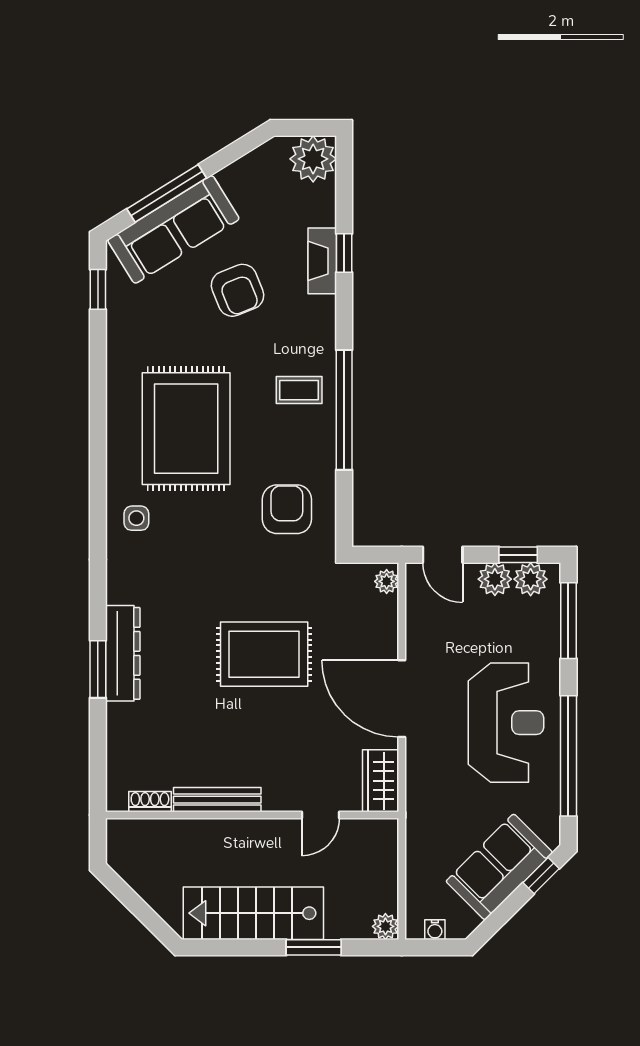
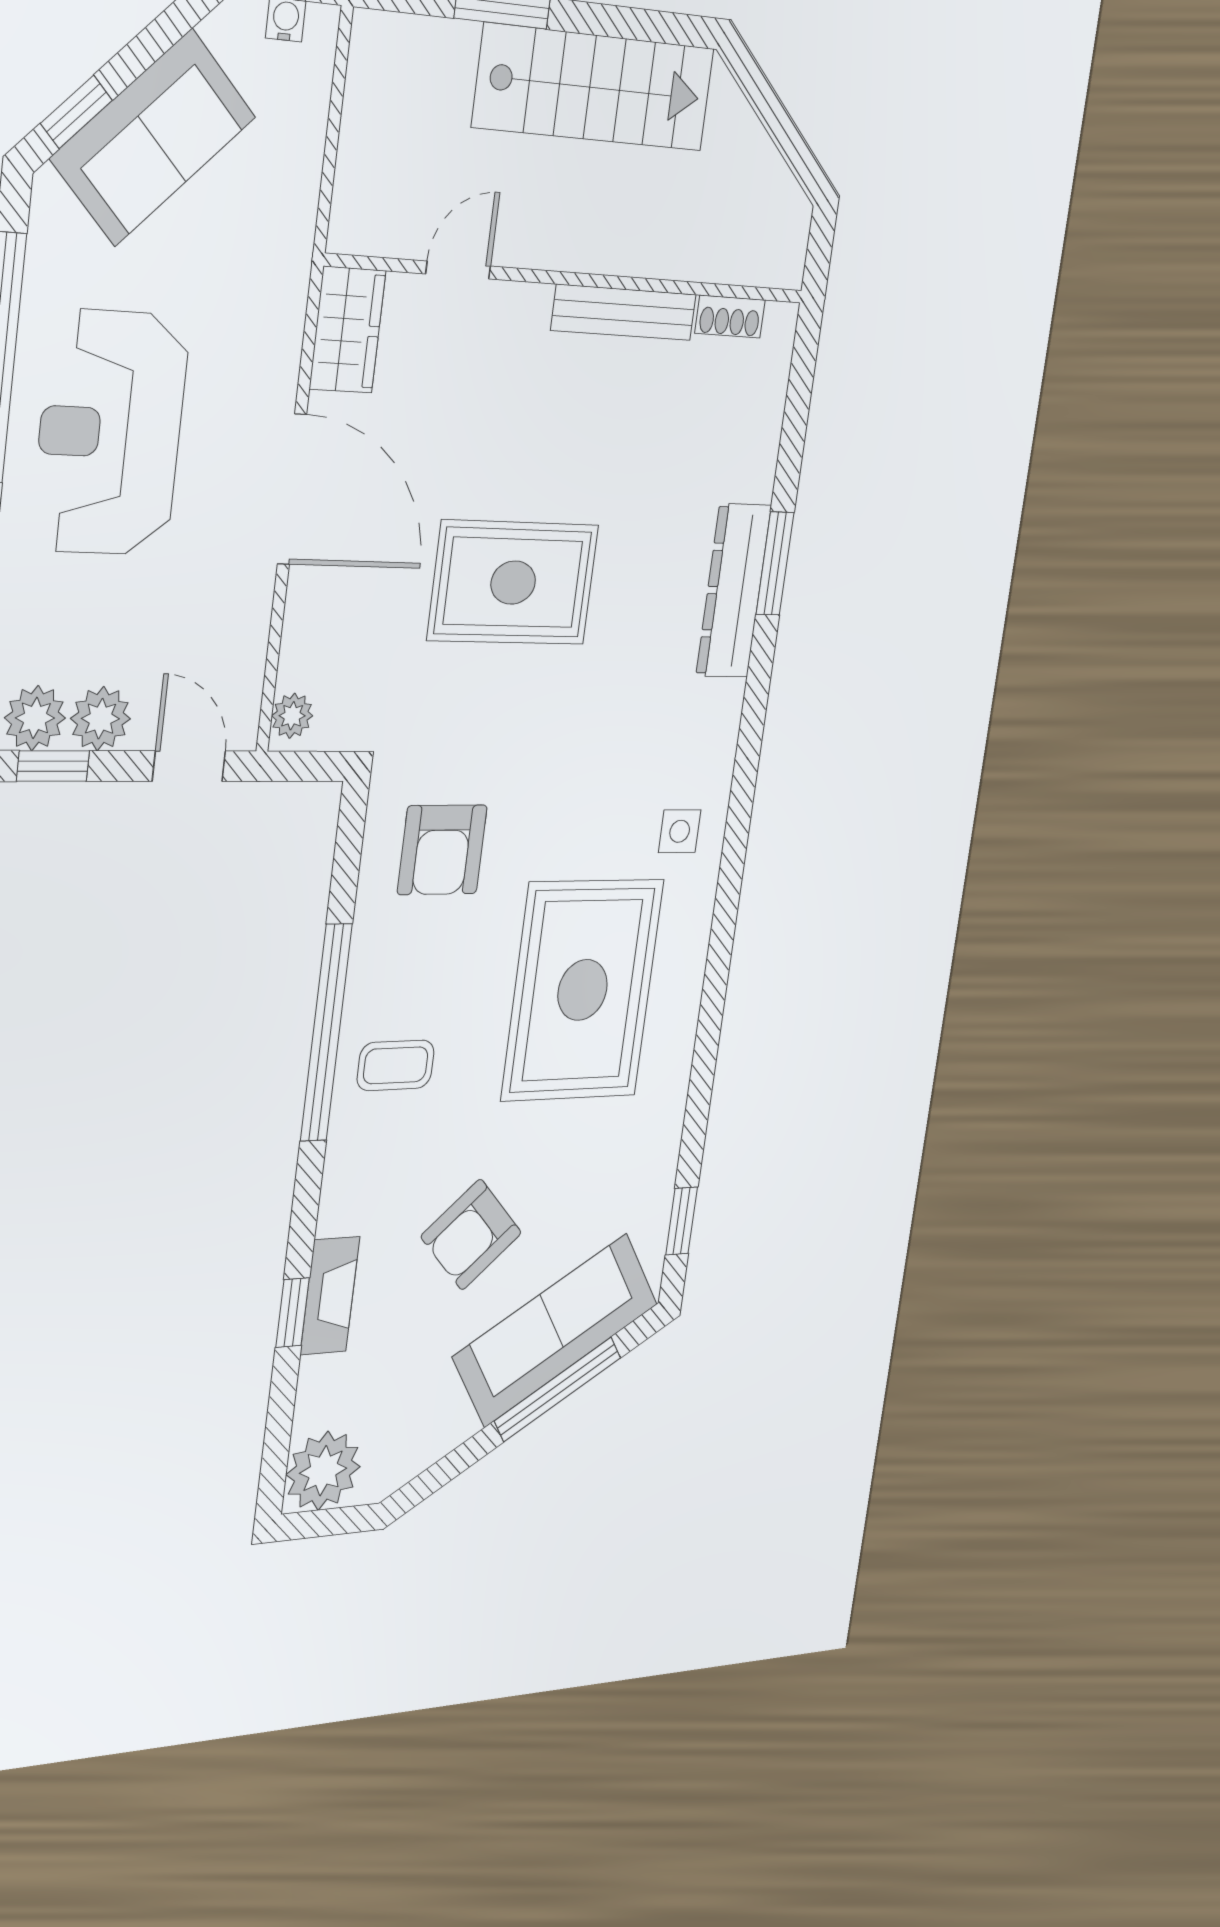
armchair: (237, 290) -> (471, 1235), turned -111
plant: (385, 926) -> (373, 36), removed

